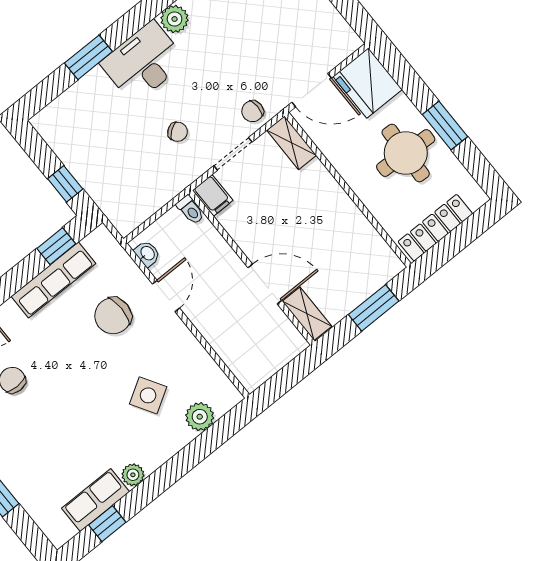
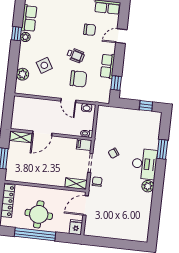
fridge: (368, 83) -> (76, 227), width x0.53, depth x0.75
window: (445, 126) -> (35, 234), width x2.11
window: (65, 184) -> (146, 106), moved
row of seats: (53, 280) -> (108, 66), width x0.68
chair: (113, 316) -> (78, 79), turned 90
wheelchair: (79, 360) -> (76, 55), added
window: (107, 524) -> (17, 34), moved

